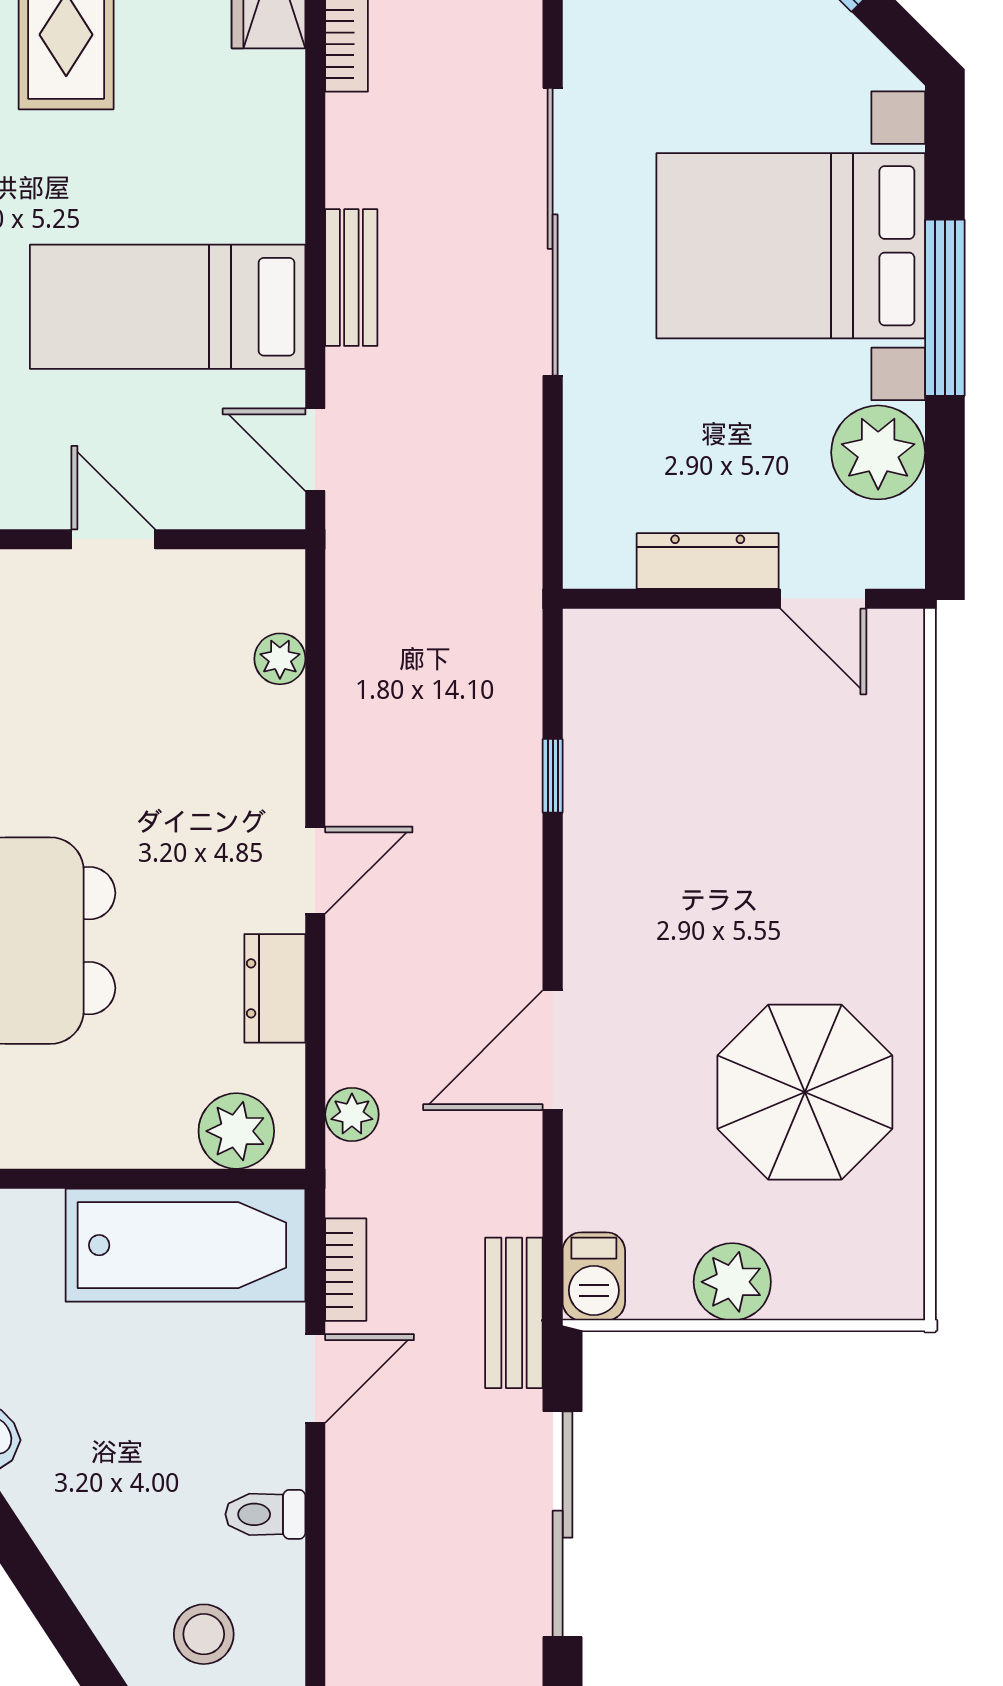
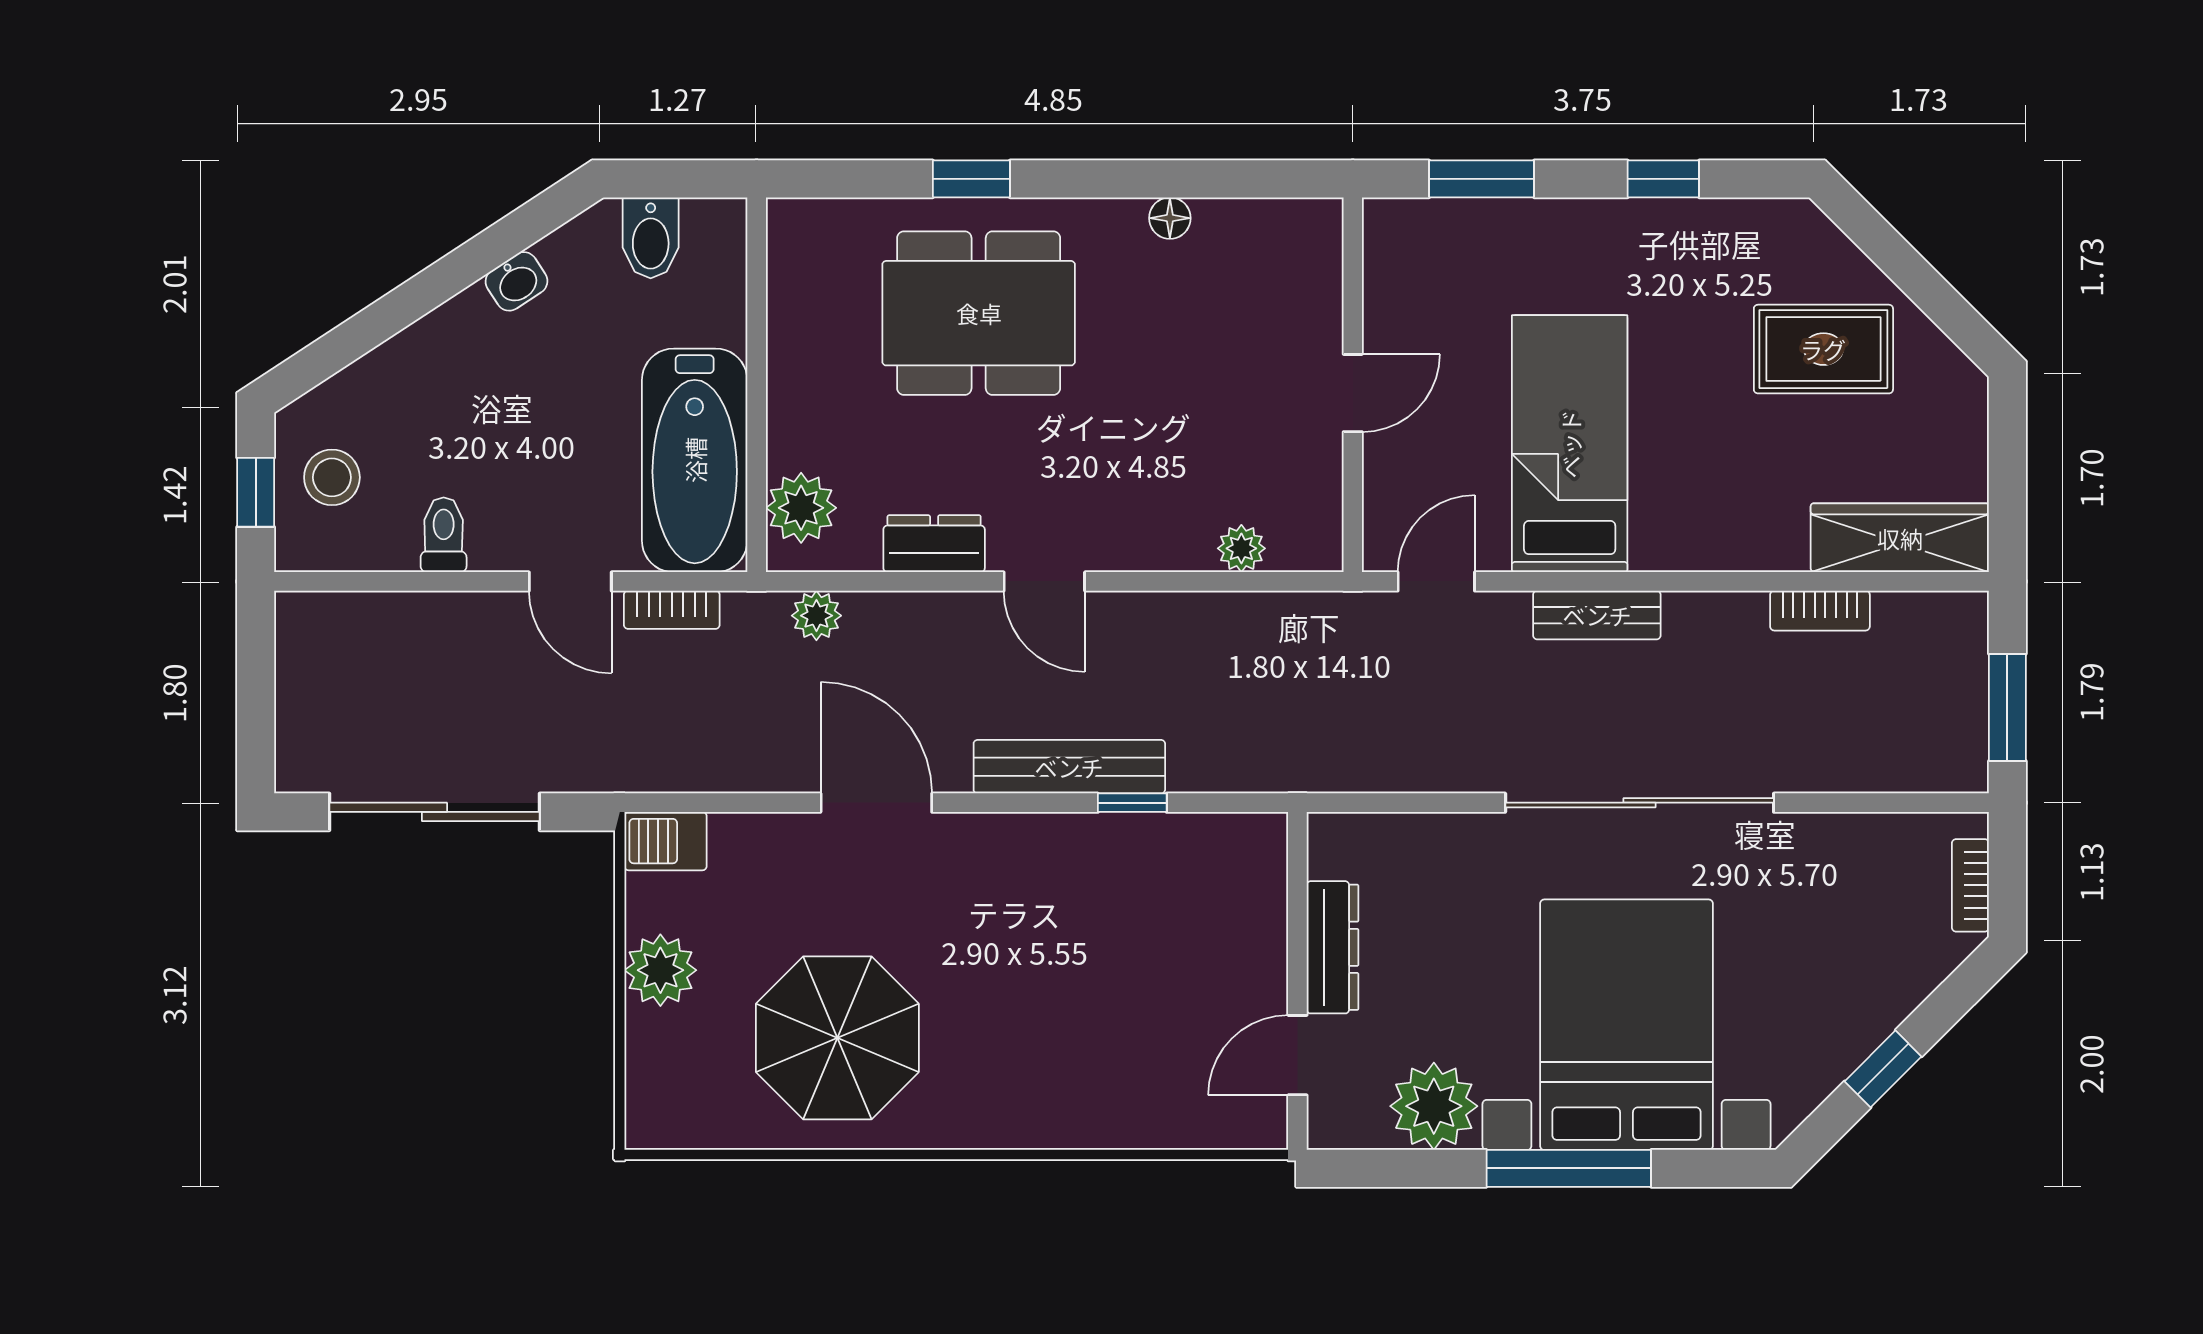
bench: (514, 1313) -> (1069, 767), moved, width x1.36

